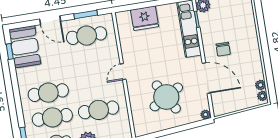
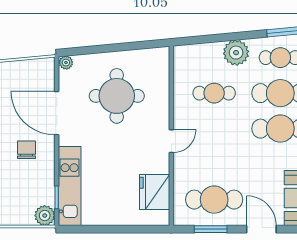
fridge: (145, 18) -> (155, 192), moved, turned -90
round table: (166, 97) -> (117, 96), turned 30
cafe table: (99, 110) -> (214, 93), width x0.73, depth x0.74

